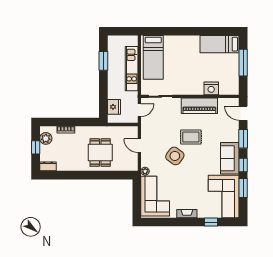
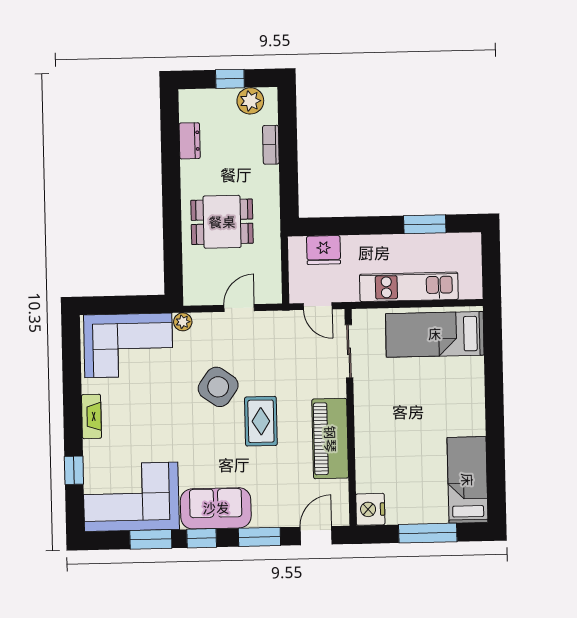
nightstand: (211, 88) -> (370, 509), moved
dresser: (48, 166) -> (190, 141), moved

